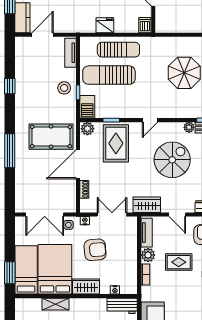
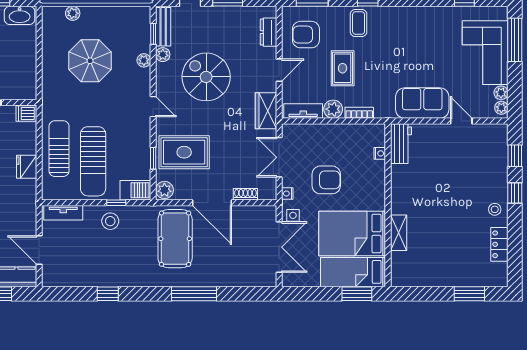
plant: (185, 113) -> (144, 60), added
armchair: (95, 250) -> (326, 180), turned 95
wardrobe: (86, 286) -> (375, 192), removed

